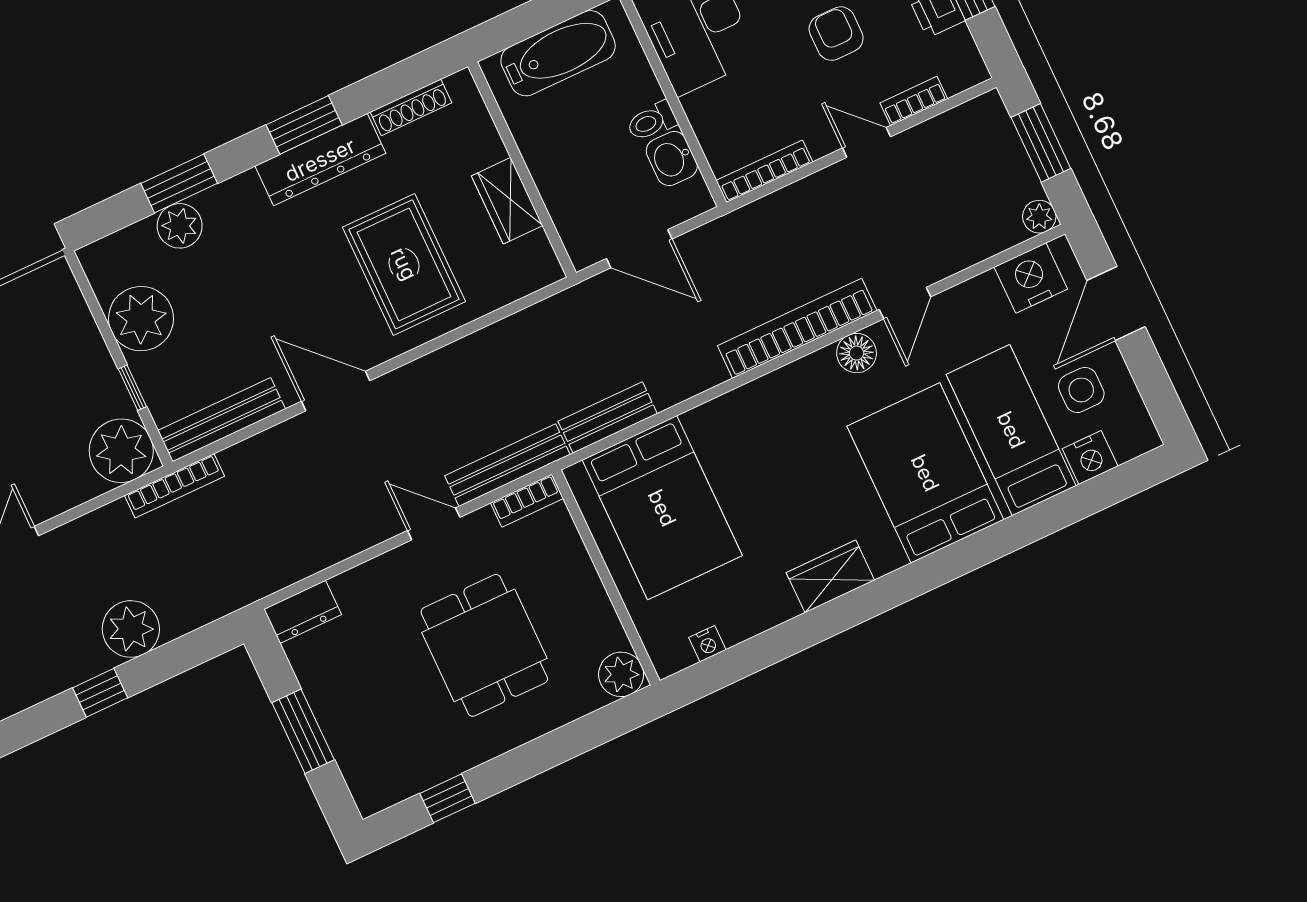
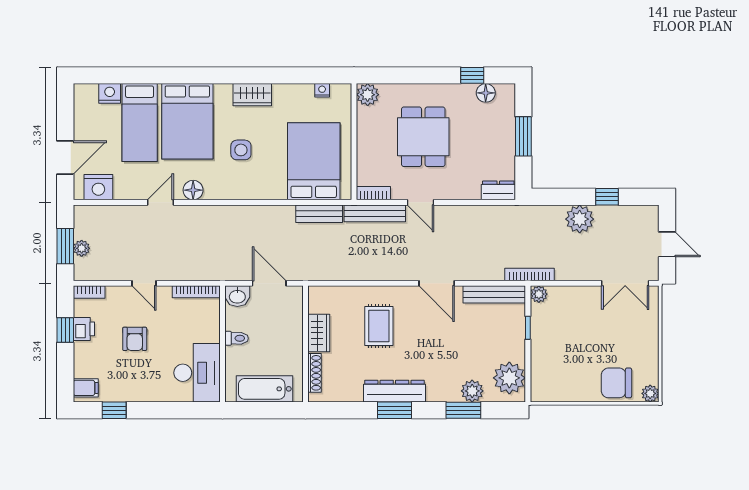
bookcase: (914, 101) -> (89, 292), moved
shoe rack: (411, 107) -> (314, 373), moved, turned 90
washbasin: (672, 159) -> (237, 296), moved, turned 90
plant: (1039, 217) -> (82, 248), moved
rug: (404, 264) -> (379, 326), width x0.73, depth x0.70
plant: (141, 319) -> (509, 378), moved
bookcase: (797, 328) -> (215, 214), removed
side table: (1081, 390) -> (241, 150), moved
plant: (121, 451) -> (539, 294), width x0.53, depth x0.53
floor lamp: (408, 778) -> (486, 93), added

